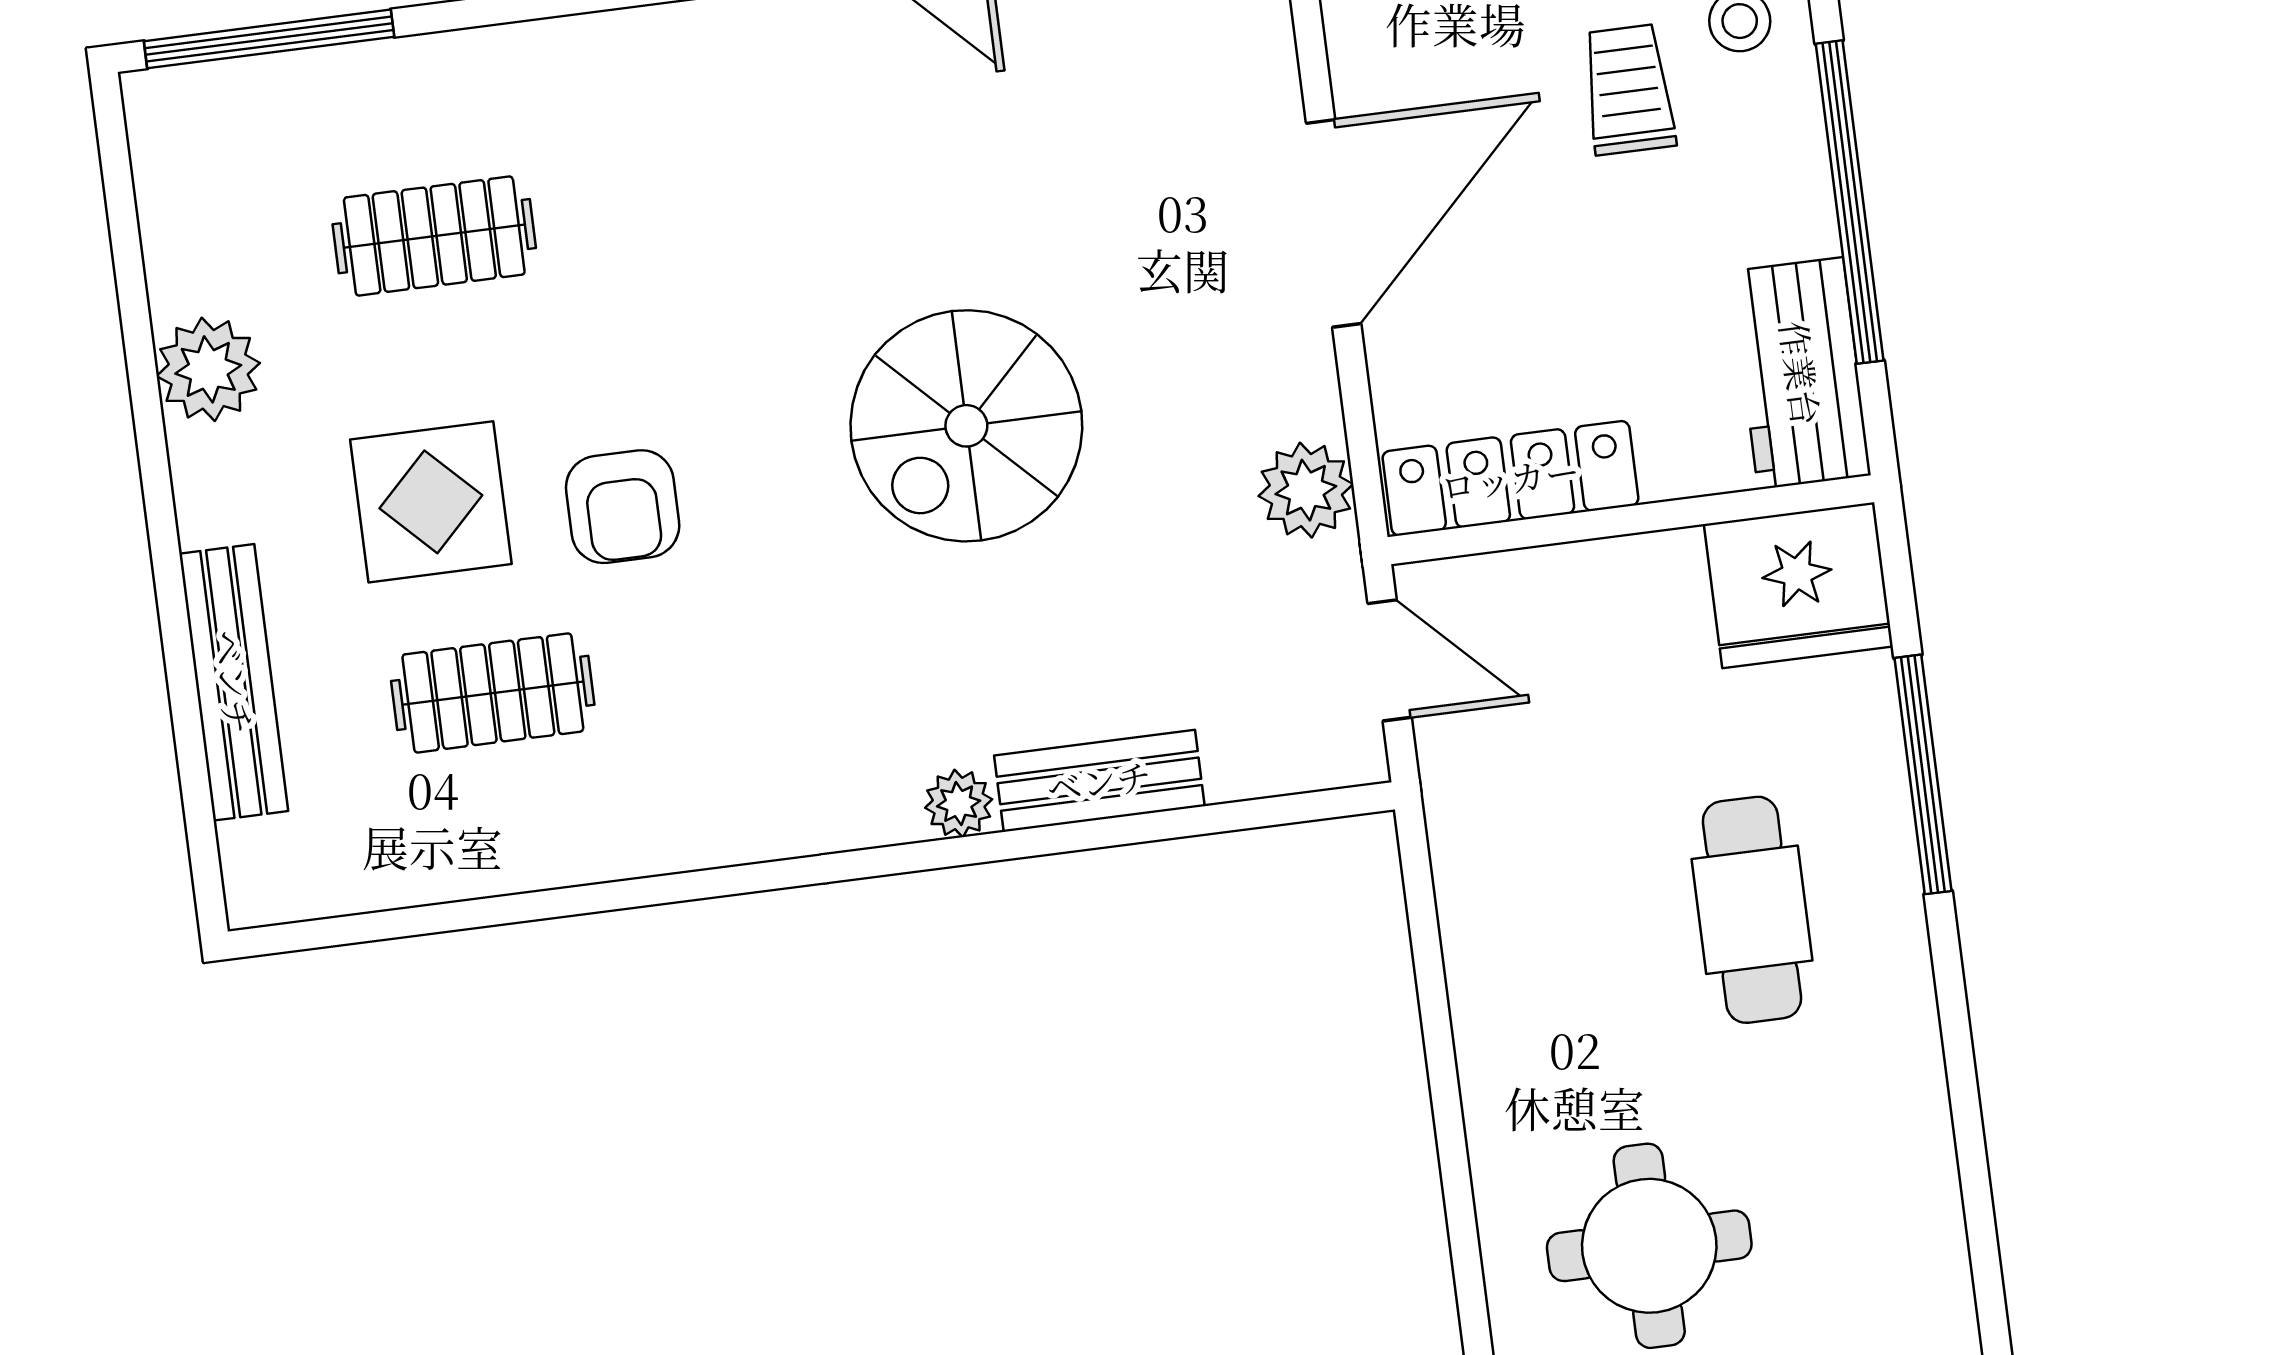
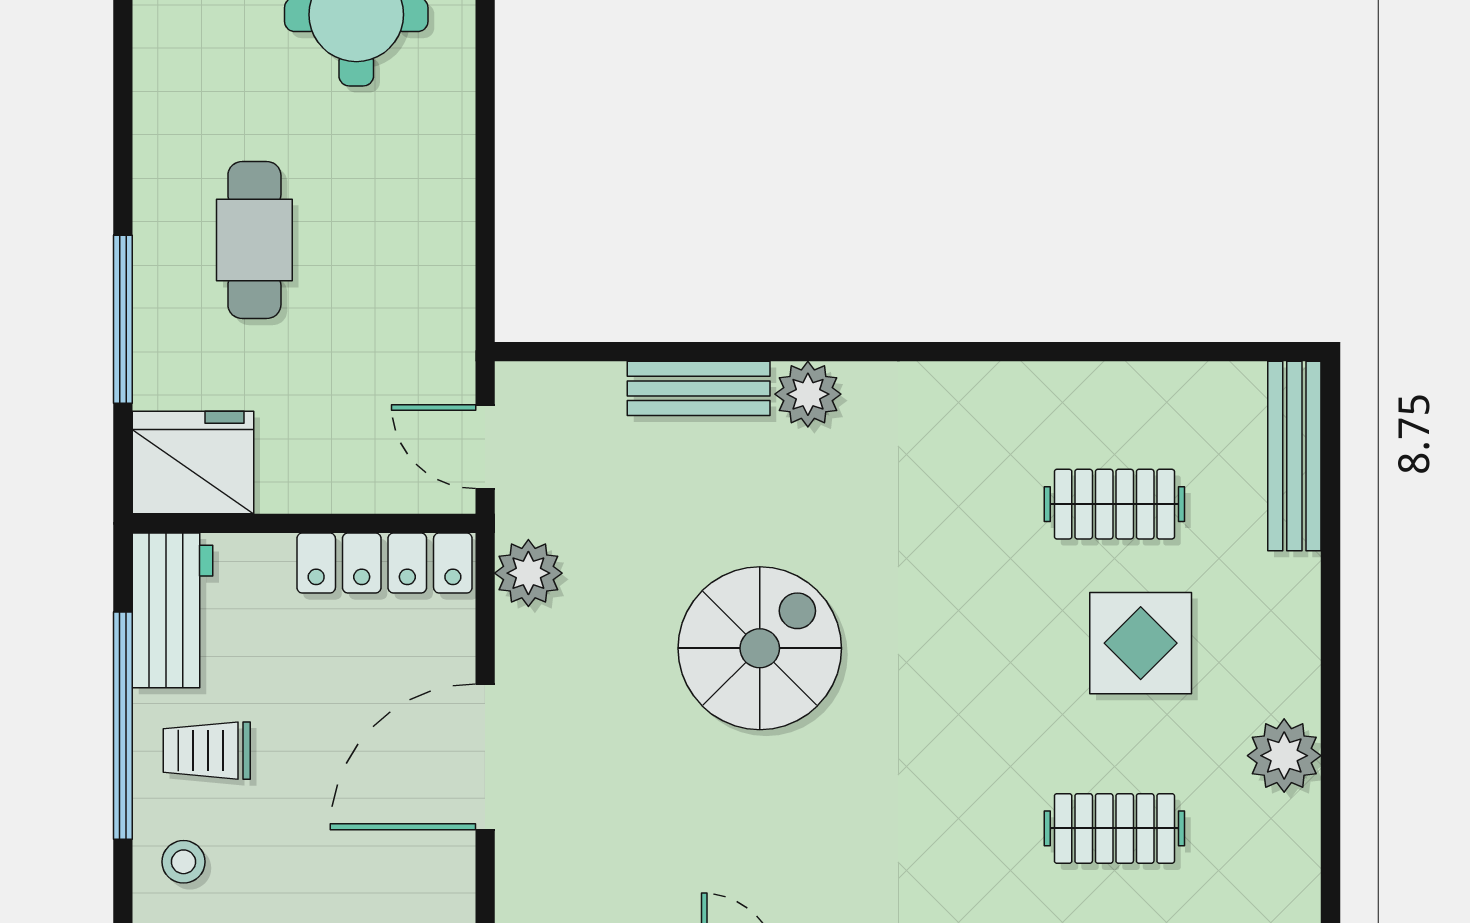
trolley: (1629, 90) -> (207, 751), moved, turned 90
armchair: (623, 507) -> (1007, 623), removed
bench: (234, 682) -> (1294, 456), moved
plant: (959, 804) -> (808, 394), width x1.38, depth x1.38

